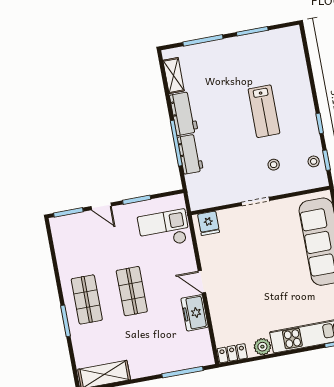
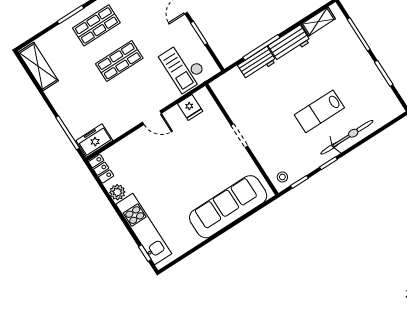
bicycle: (301, 94) -> (347, 137), added
stool: (314, 161) -> (282, 177), moved
stool: (274, 165) -> (277, 138), removed
fridge: (209, 223) -> (190, 107), moved, turned -90
checkout: (164, 229) -> (183, 67), turned 180
door: (202, 282) -> (152, 118), swing flipped
freezer: (195, 313) -> (94, 140), moved

